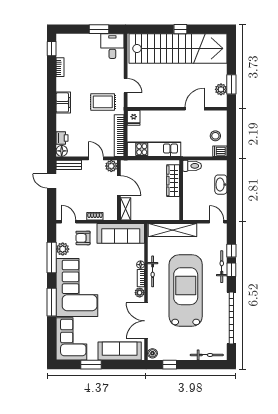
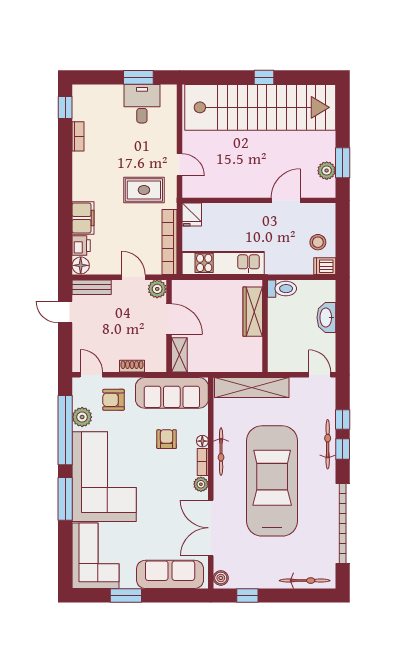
desk: (112, 46) -> (142, 104), moved
filing cabinet: (63, 102) -> (83, 218), moved
window: (52, 257) -> (65, 430), width x1.46
armchair: (117, 263) -> (167, 439), added

